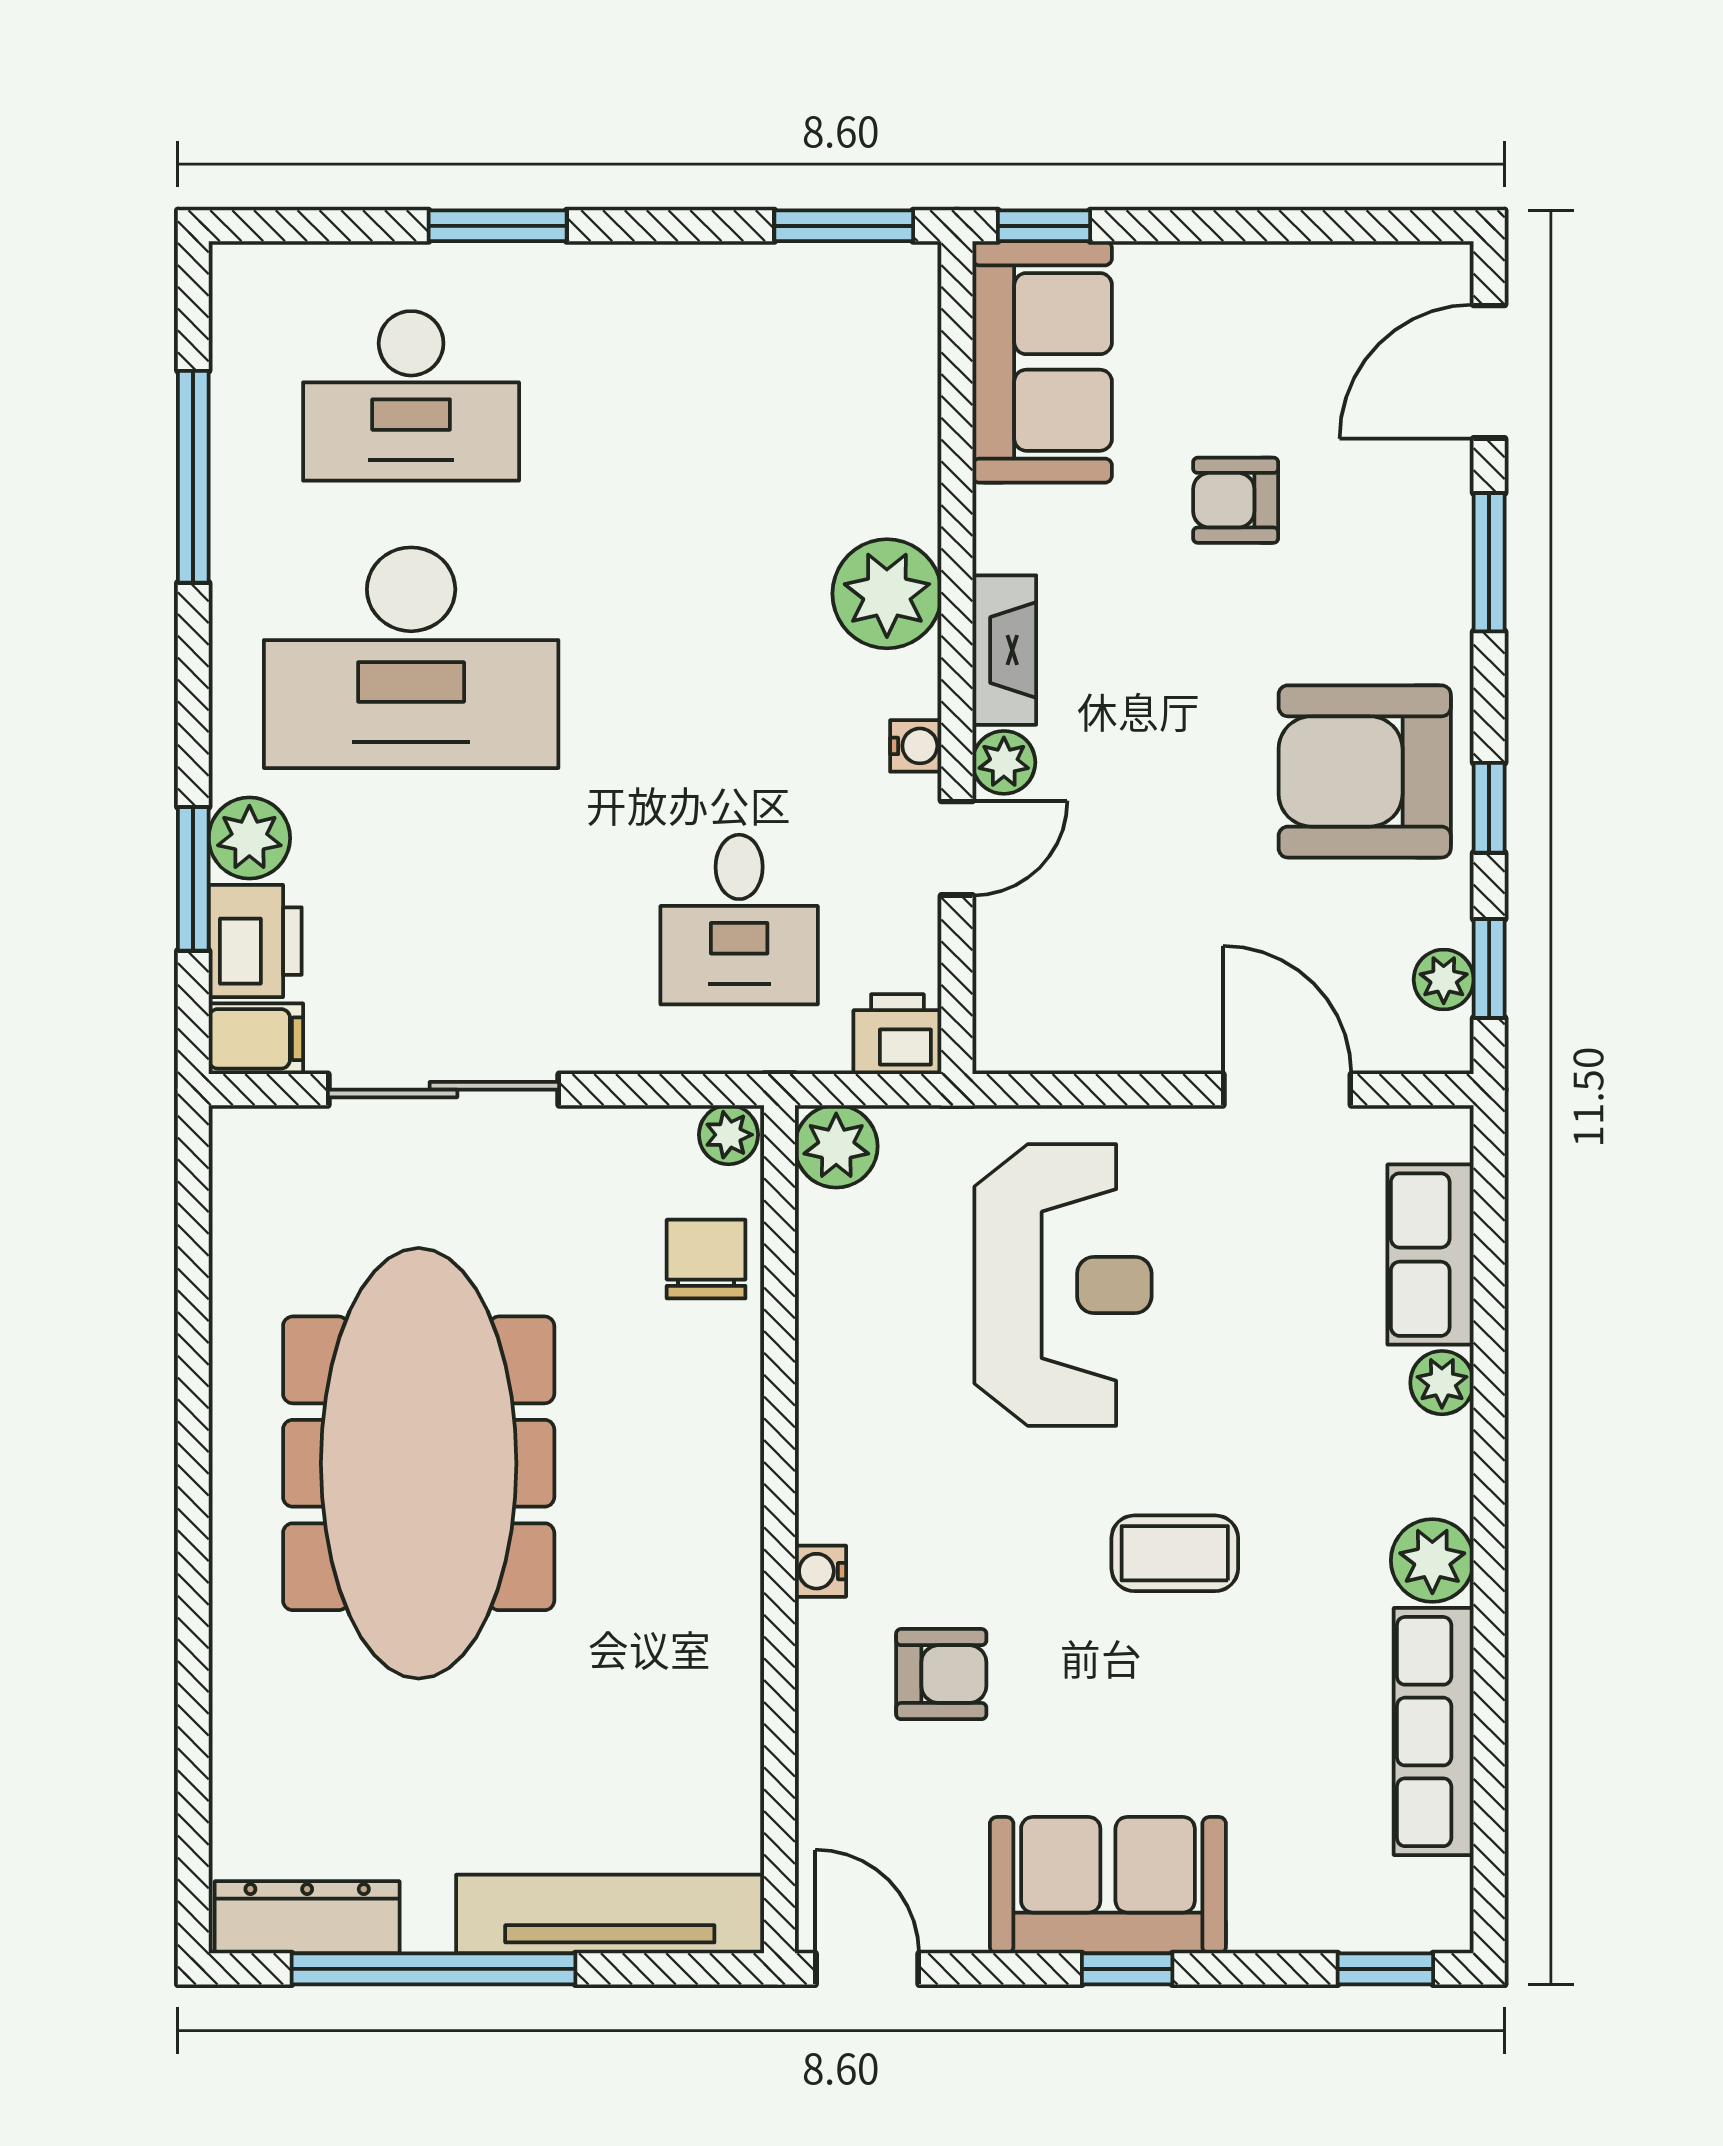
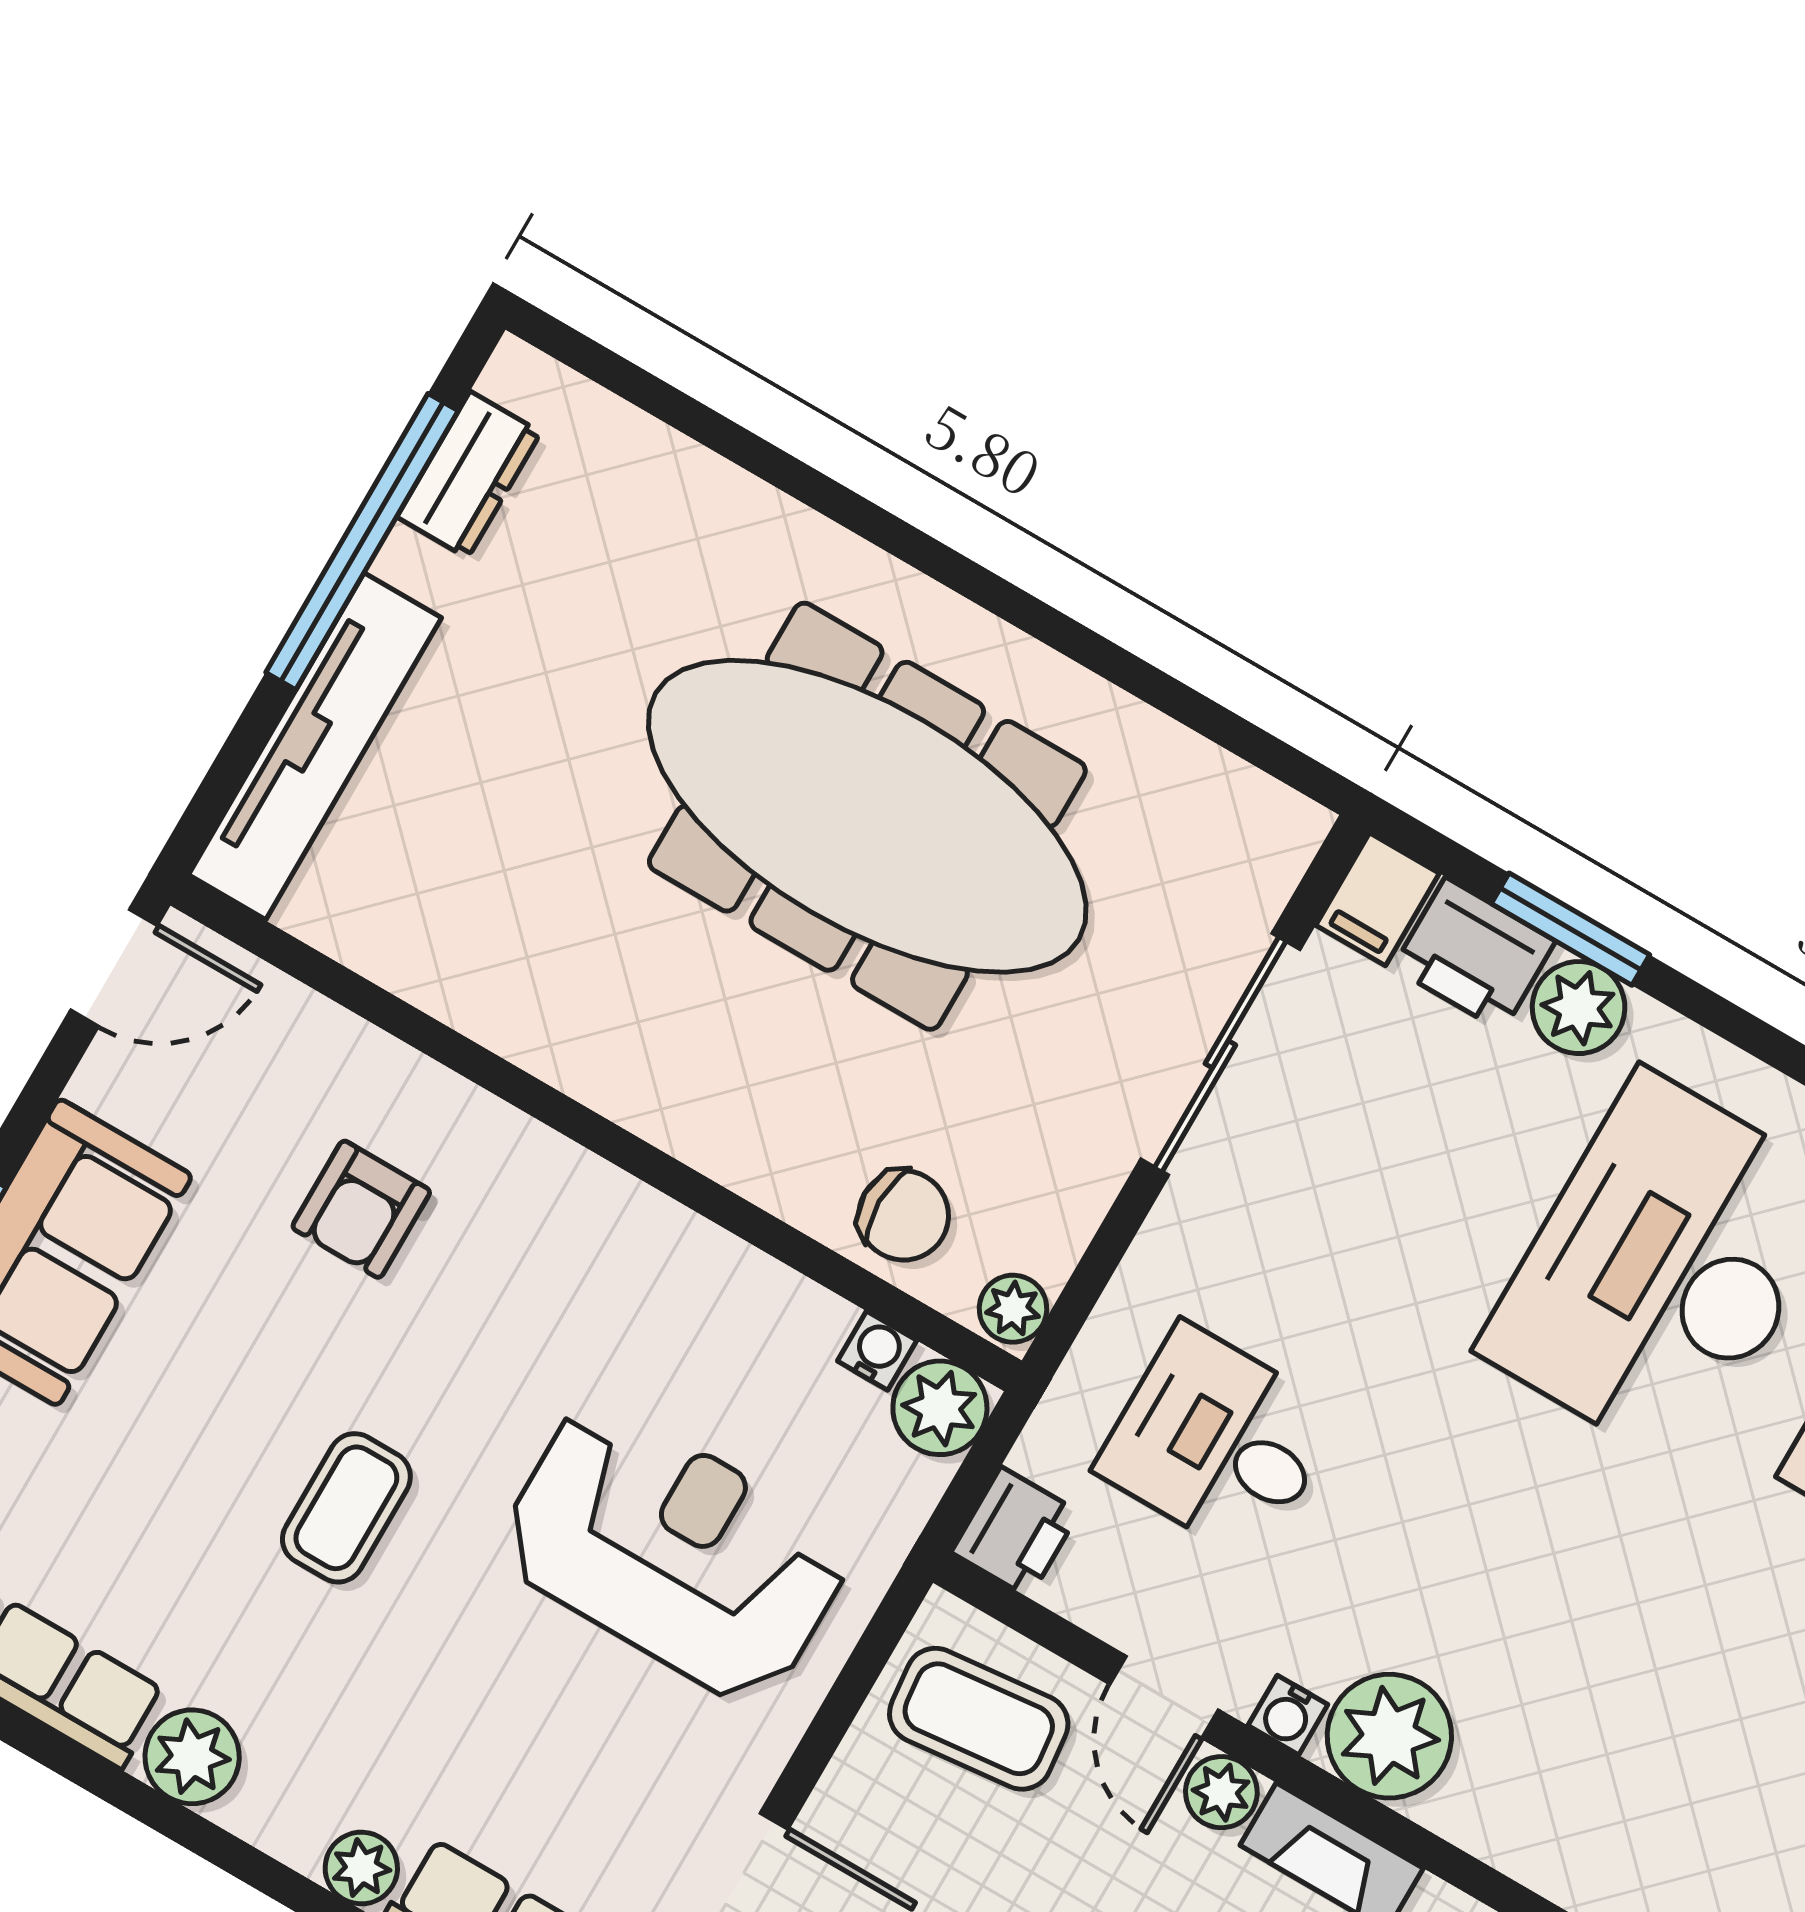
plant: (887, 594) -> (1389, 1736), moved
coffee table: (1055, 979) -> (979, 1719), added
reception desk: (1063, 1285) -> (674, 1551), turned 180
water cooler: (821, 1571) -> (877, 1351), moved
dresser: (307, 1917) -> (469, 475), width x0.70

